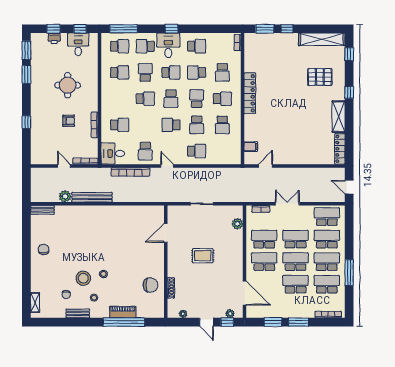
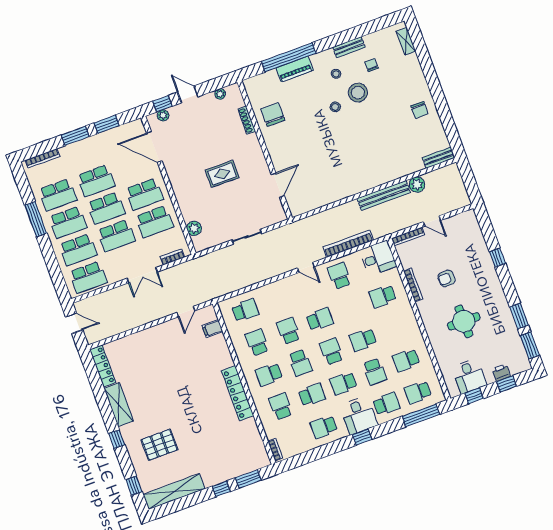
school desk: (197, 151) -> (245, 310), moved, turned 180
chair: (150, 285) -> (273, 115), turned 90

